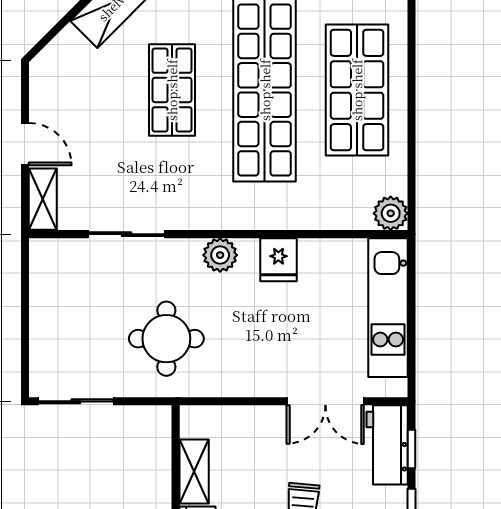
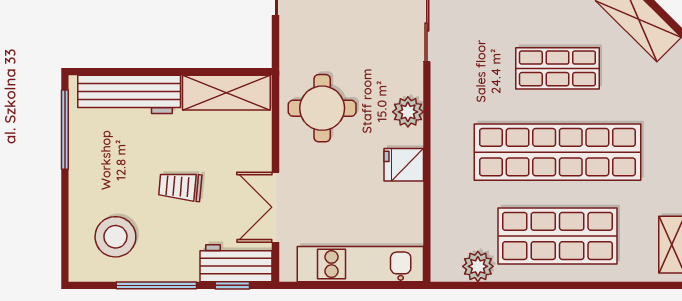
plant: (391, 213) -> (478, 266), moved
round table: (166, 339) -> (322, 108), moved
shelving: (194, 472) -> (226, 93), width x1.50, depth x1.33

